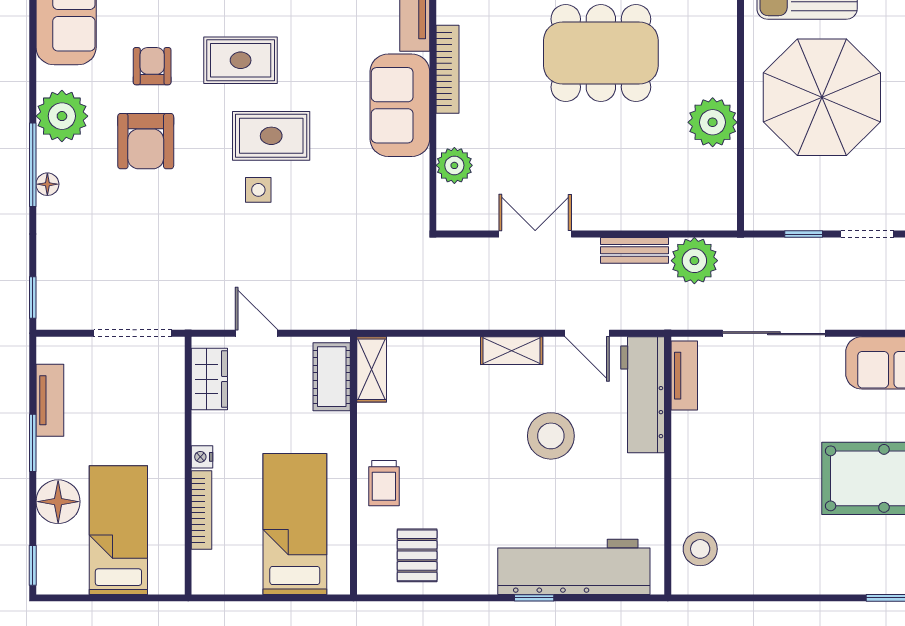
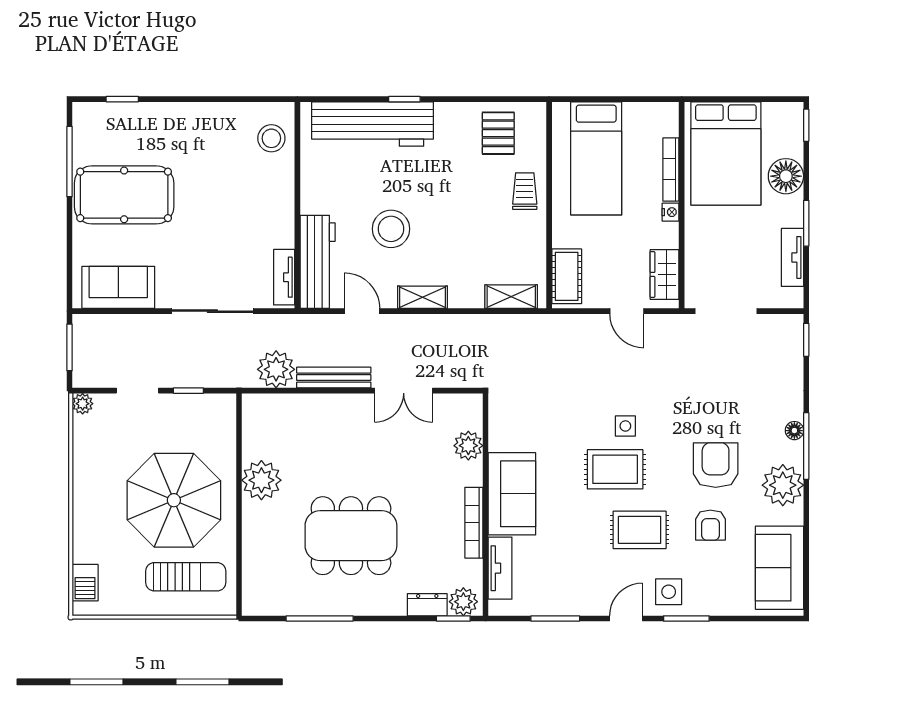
bench: (635, 250) -> (334, 378), width x1.36
shelving: (372, 369) -> (511, 297), moved, turned 90
bed: (118, 530) -> (726, 153), width x1.50

